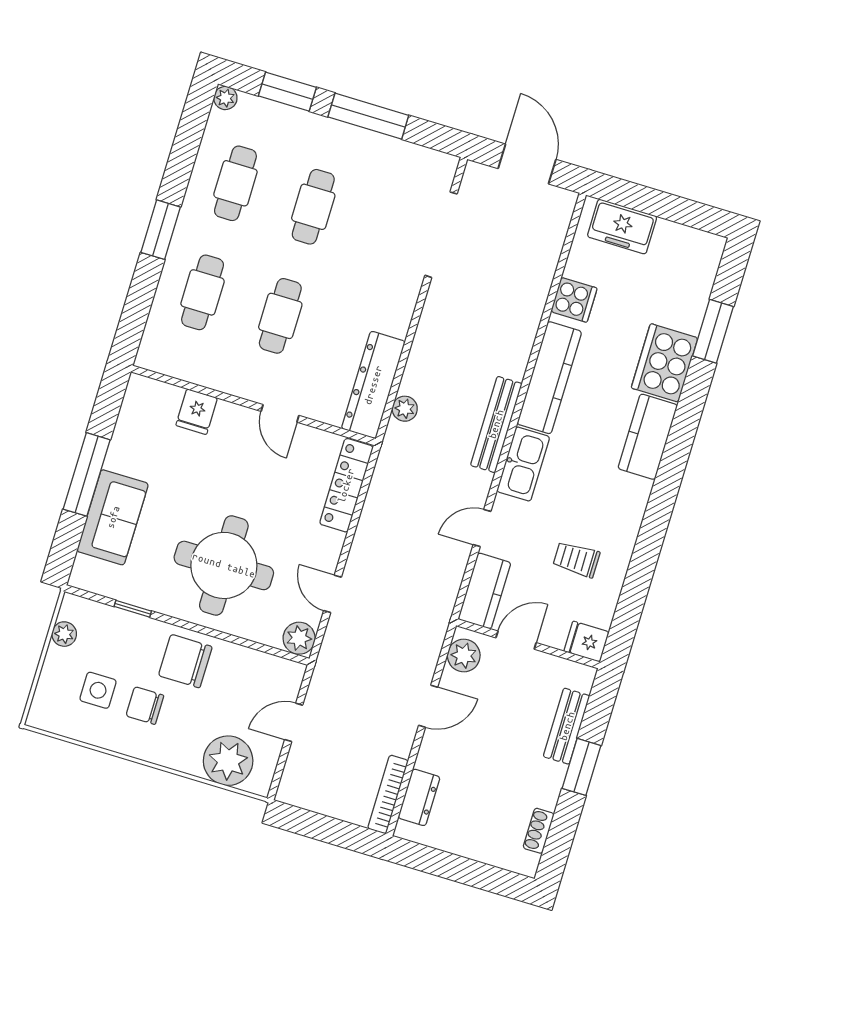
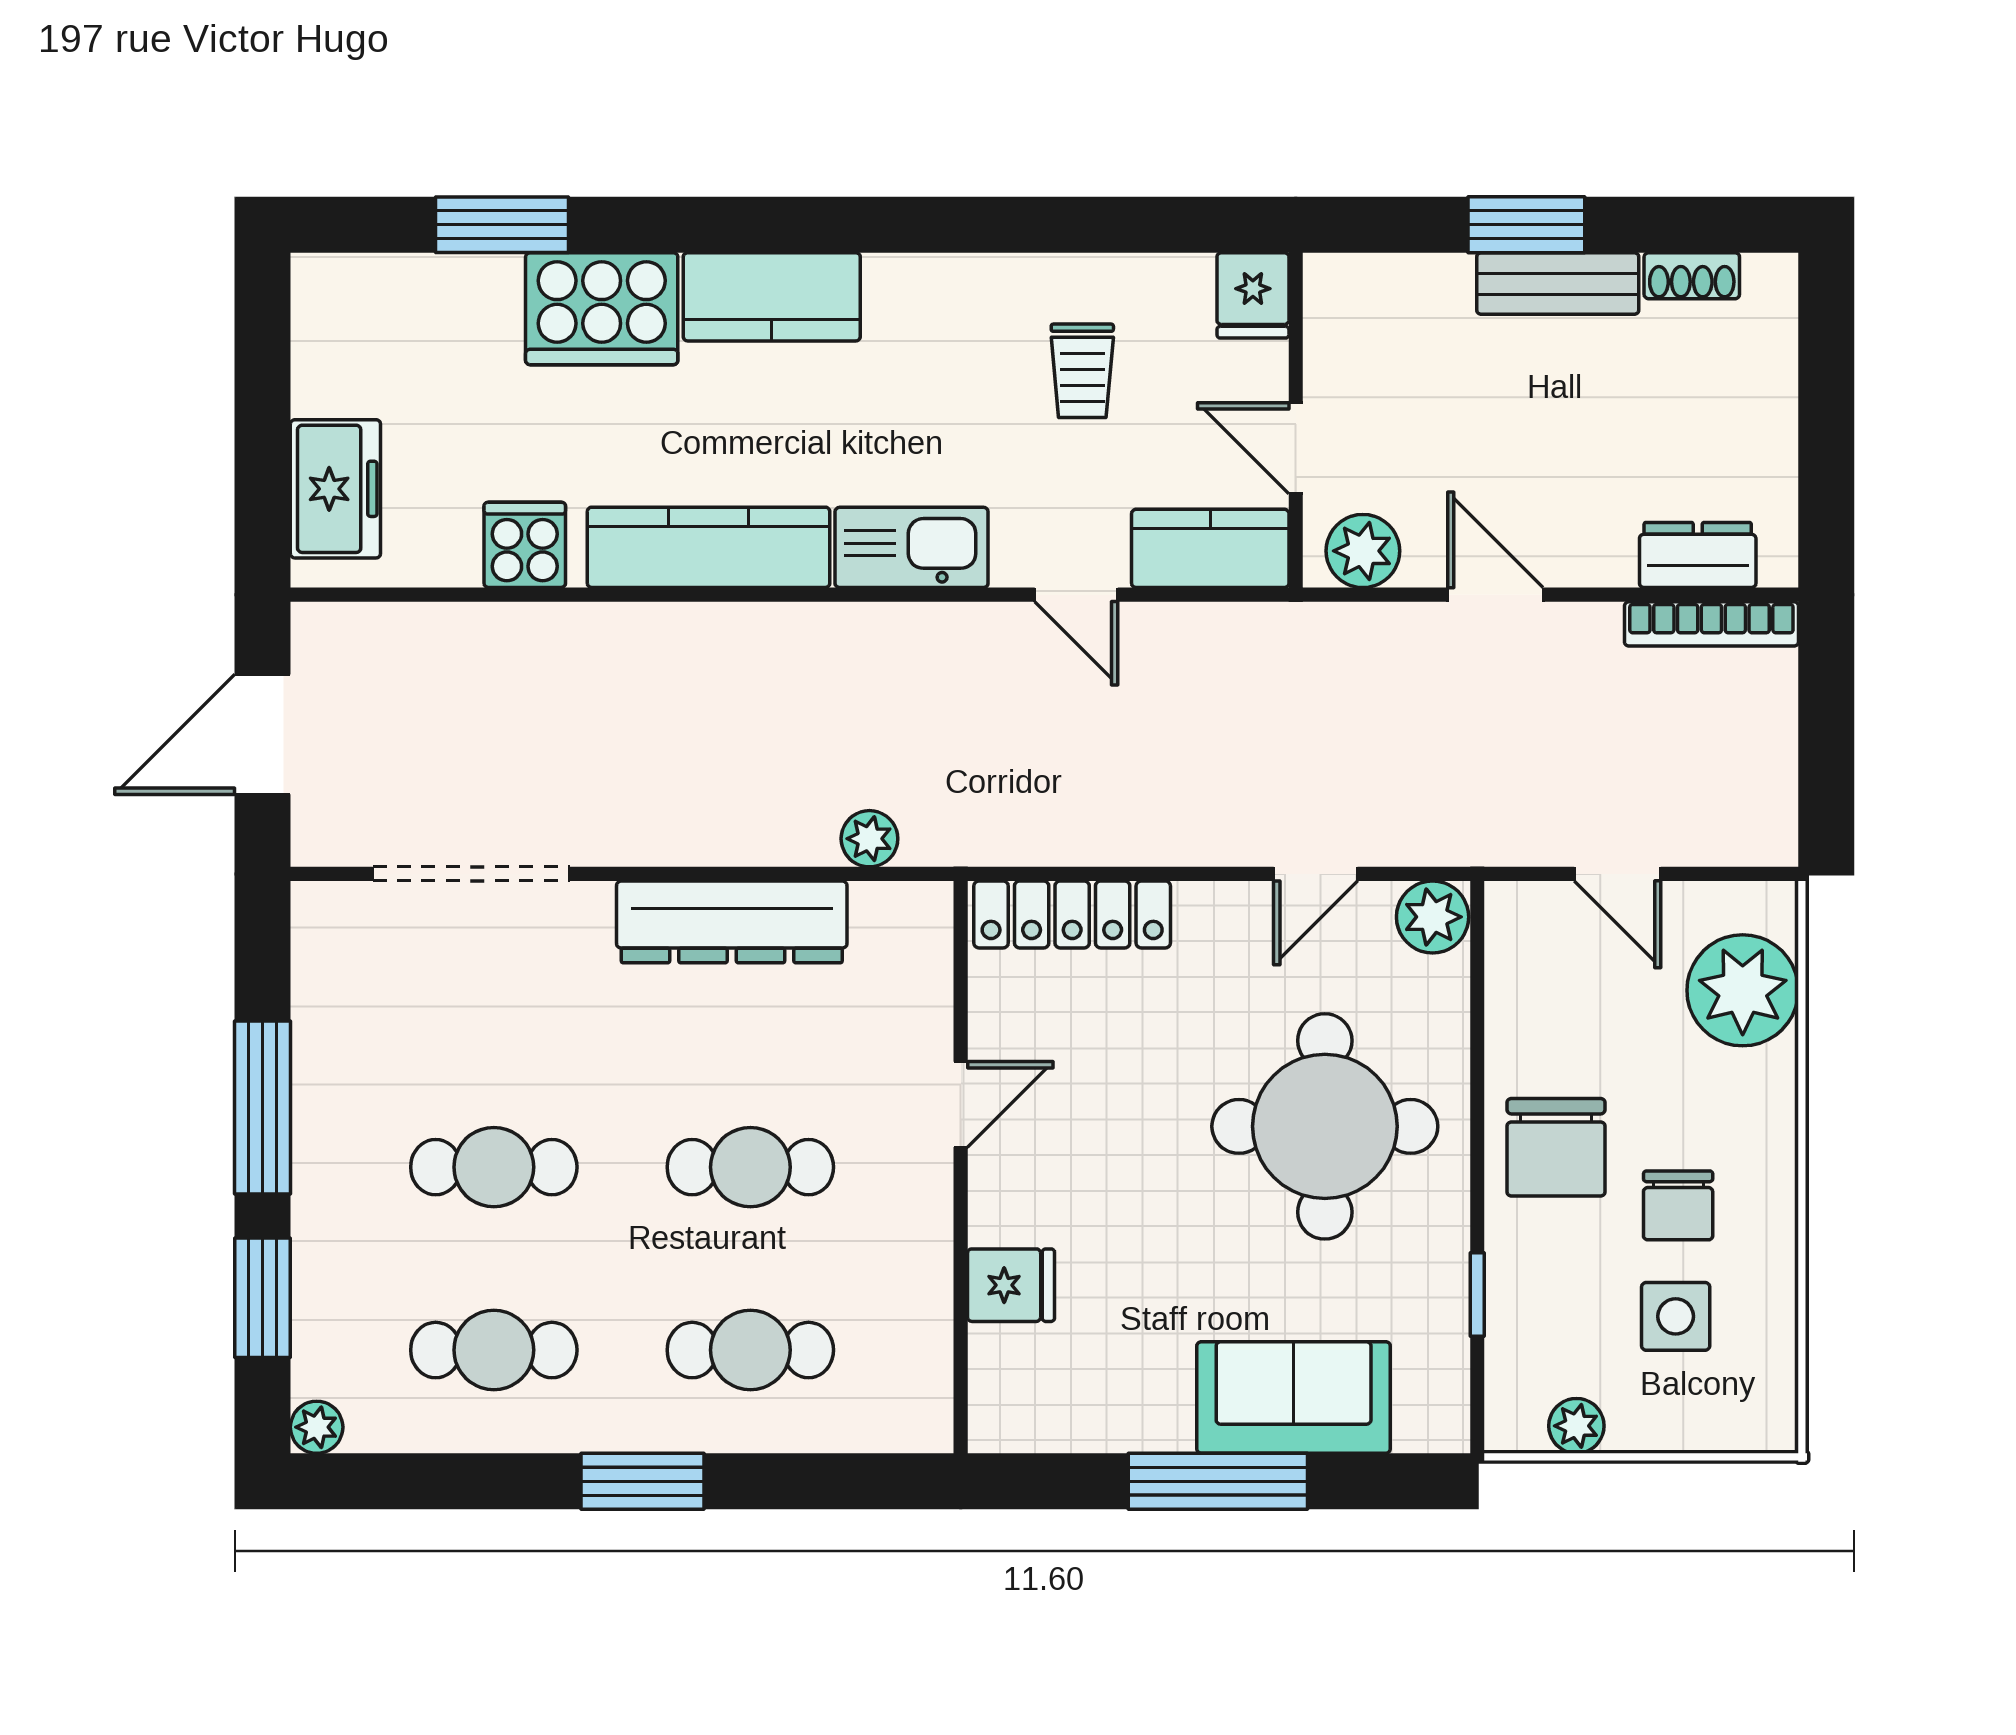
dresser: (373, 385) -> (732, 922), moved
bench: (496, 424) -> (844, 631), removed
bench: (567, 726) -> (1558, 284), moved

